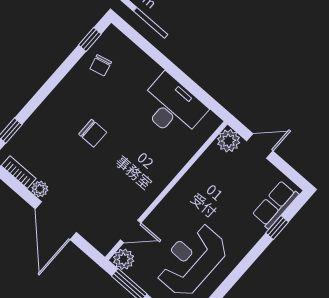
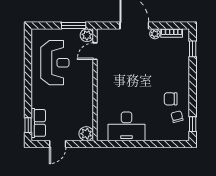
chair: (93, 133) -> (171, 99), moved
door: (260, 146) -> (58, 144), moved
window: (277, 228) -> (28, 125), moved

